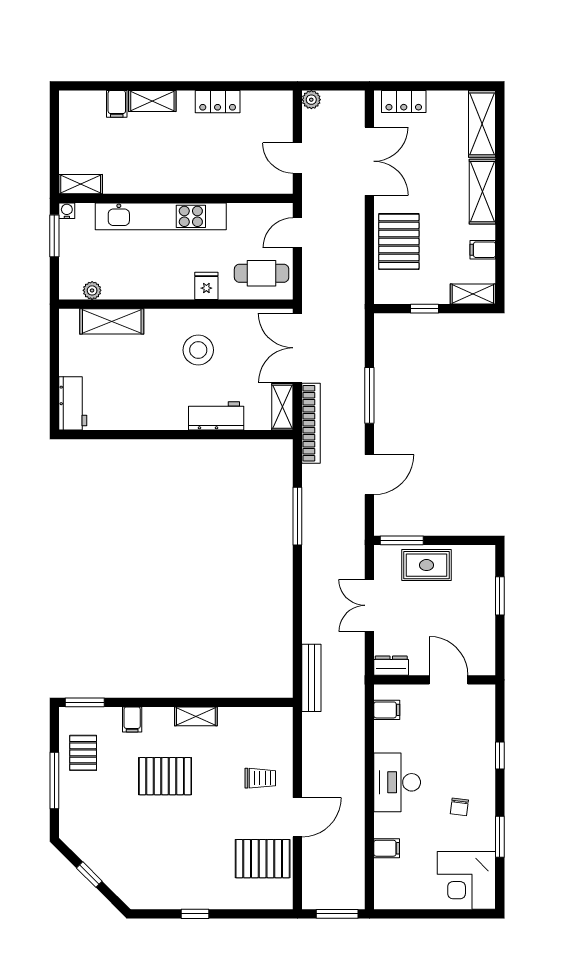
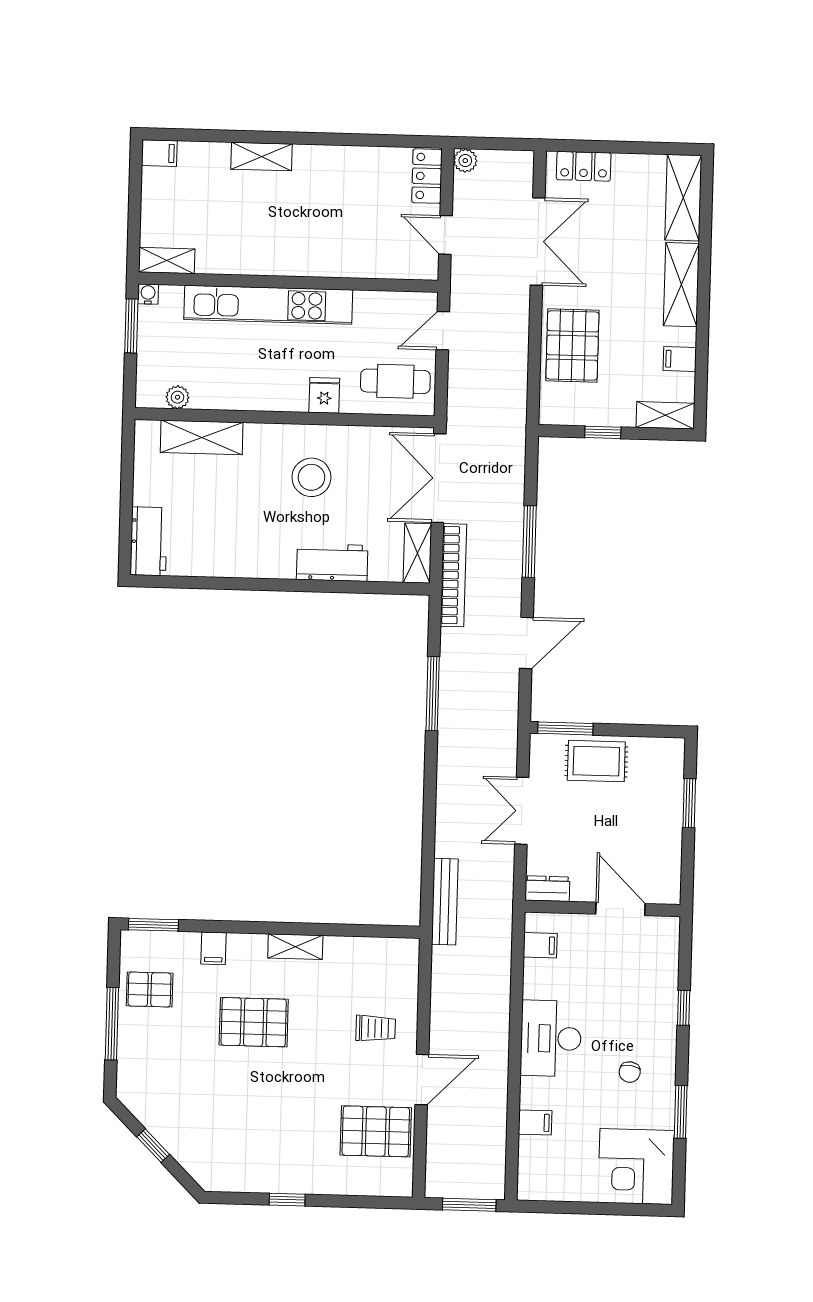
locker: (218, 102) -> (427, 176), moved, turned 90
filing cabinet: (117, 104) -> (159, 153), moved, turned -90
pallet: (83, 753) -> (150, 990), turned 90

